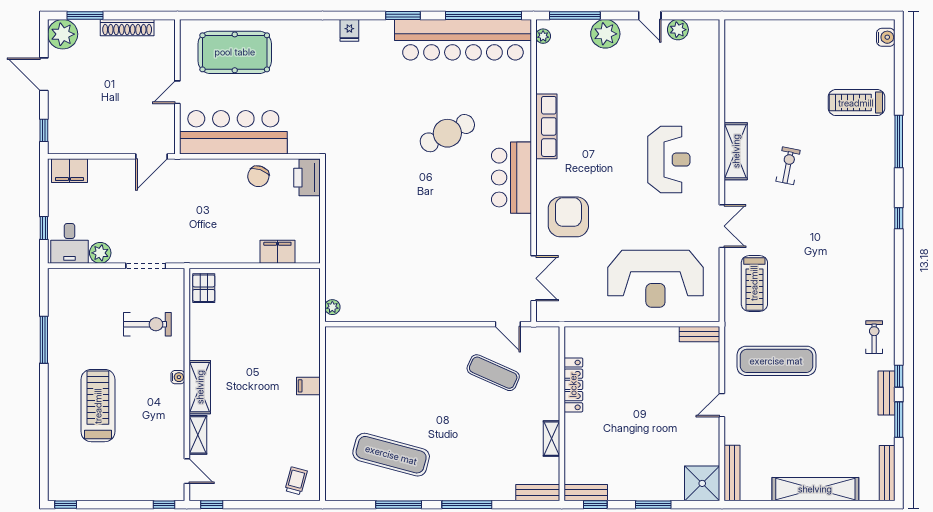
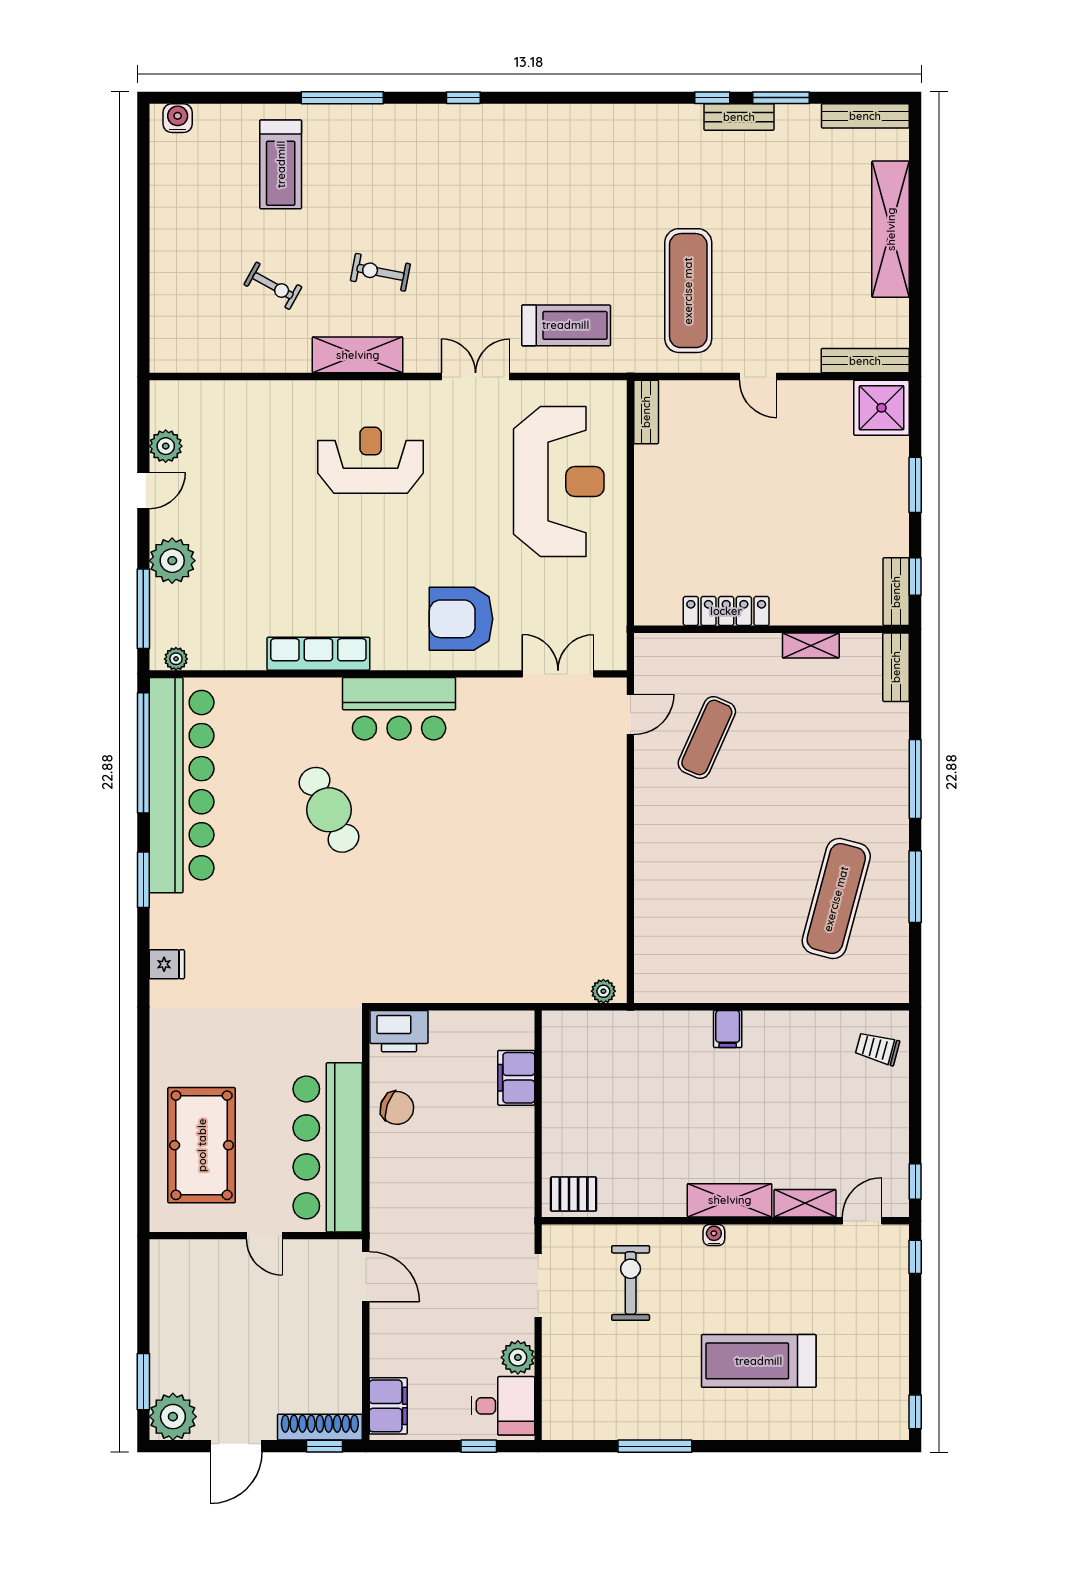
shoe rack: (127, 28) -> (320, 1427), moved, turned -90
exercise bike: (874, 337) -> (273, 286), moved, turned -151

